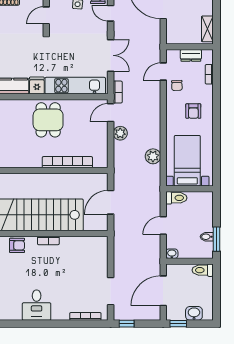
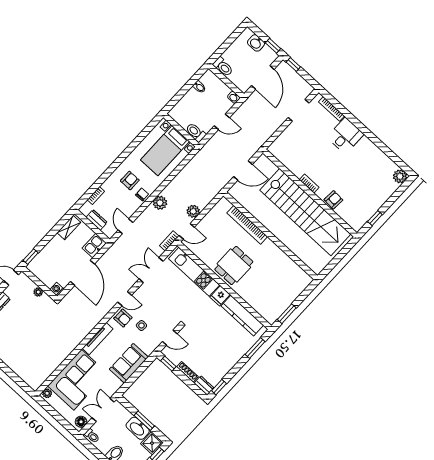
door: (111, 13) -> (125, 299), hinge flipped
kitchen sink: (174, 33) -> (94, 246), added
door: (163, 72) -> (126, 226), swing flipped
chair: (177, 85) -> (142, 195), moved
plant: (153, 156) -> (160, 203), moved
window: (216, 239) -> (194, 79), removed
armchair: (17, 245) -> (333, 200), turned 94
door: (163, 291) -> (263, 77), hinge flipped
desk: (37, 305) -> (345, 136), moved
window: (127, 324) -> (293, 65), moved

